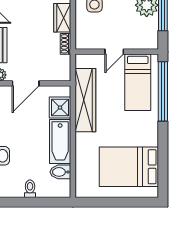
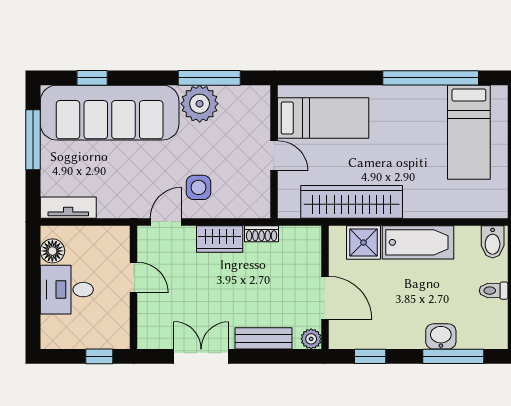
window: (163, 91) -> (431, 78), moved
bed: (129, 167) -> (469, 132), width x0.67
bidet: (60, 172) -> (493, 242), moved

